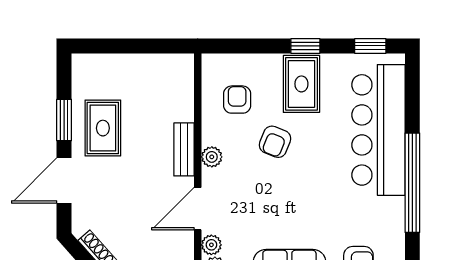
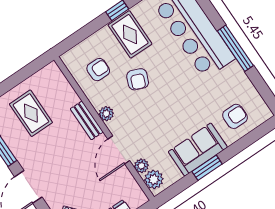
armchair: (237, 100) -> (98, 70), turned 90
rug: (103, 128) -> (31, 113), moved
window: (412, 183) -> (235, 48), width x0.68

